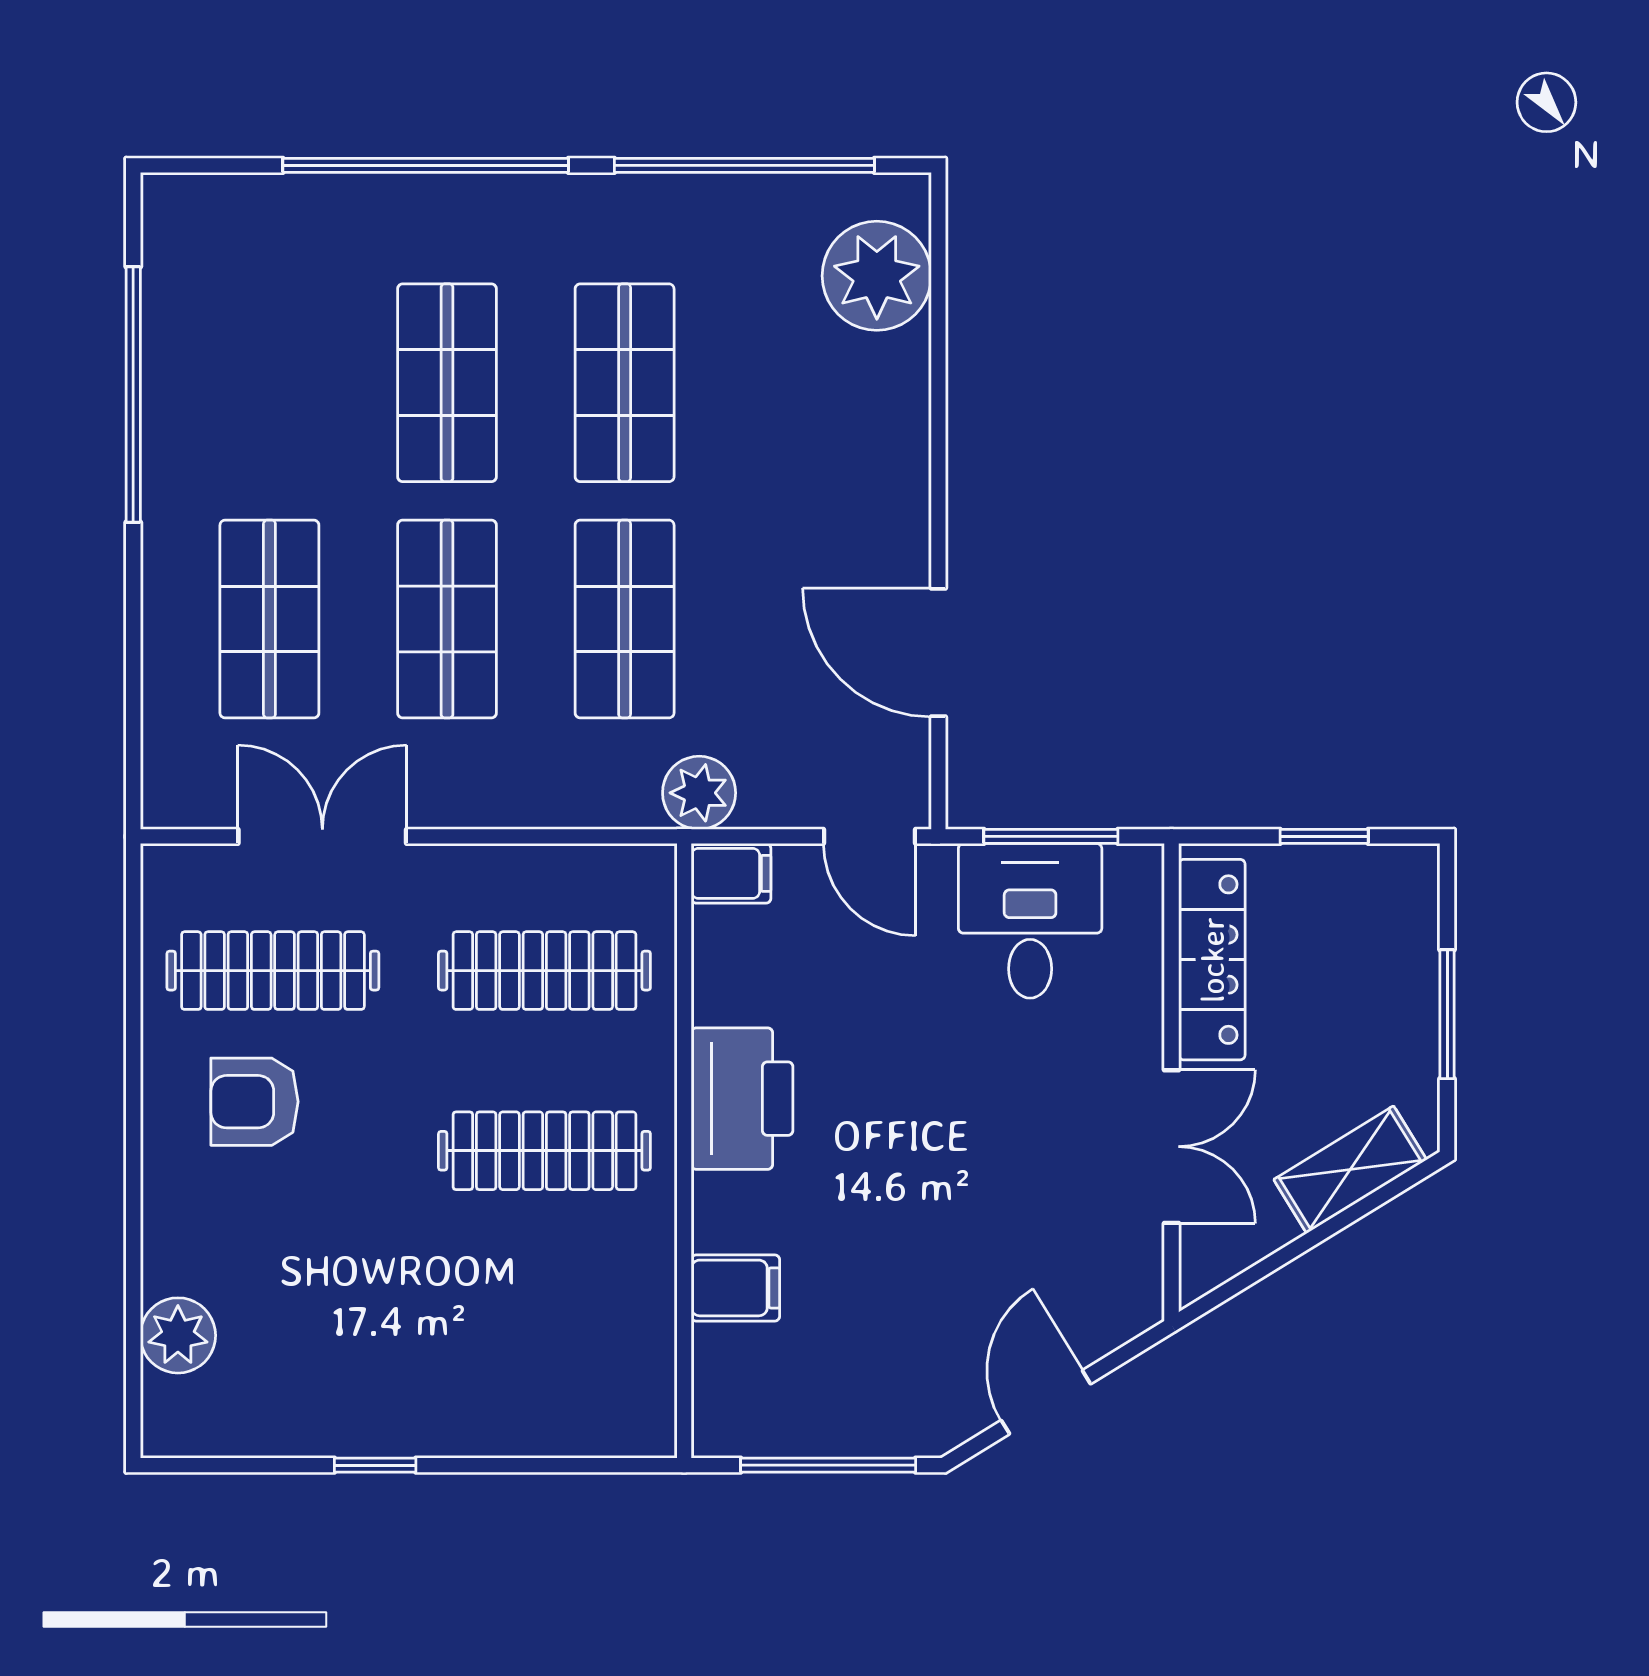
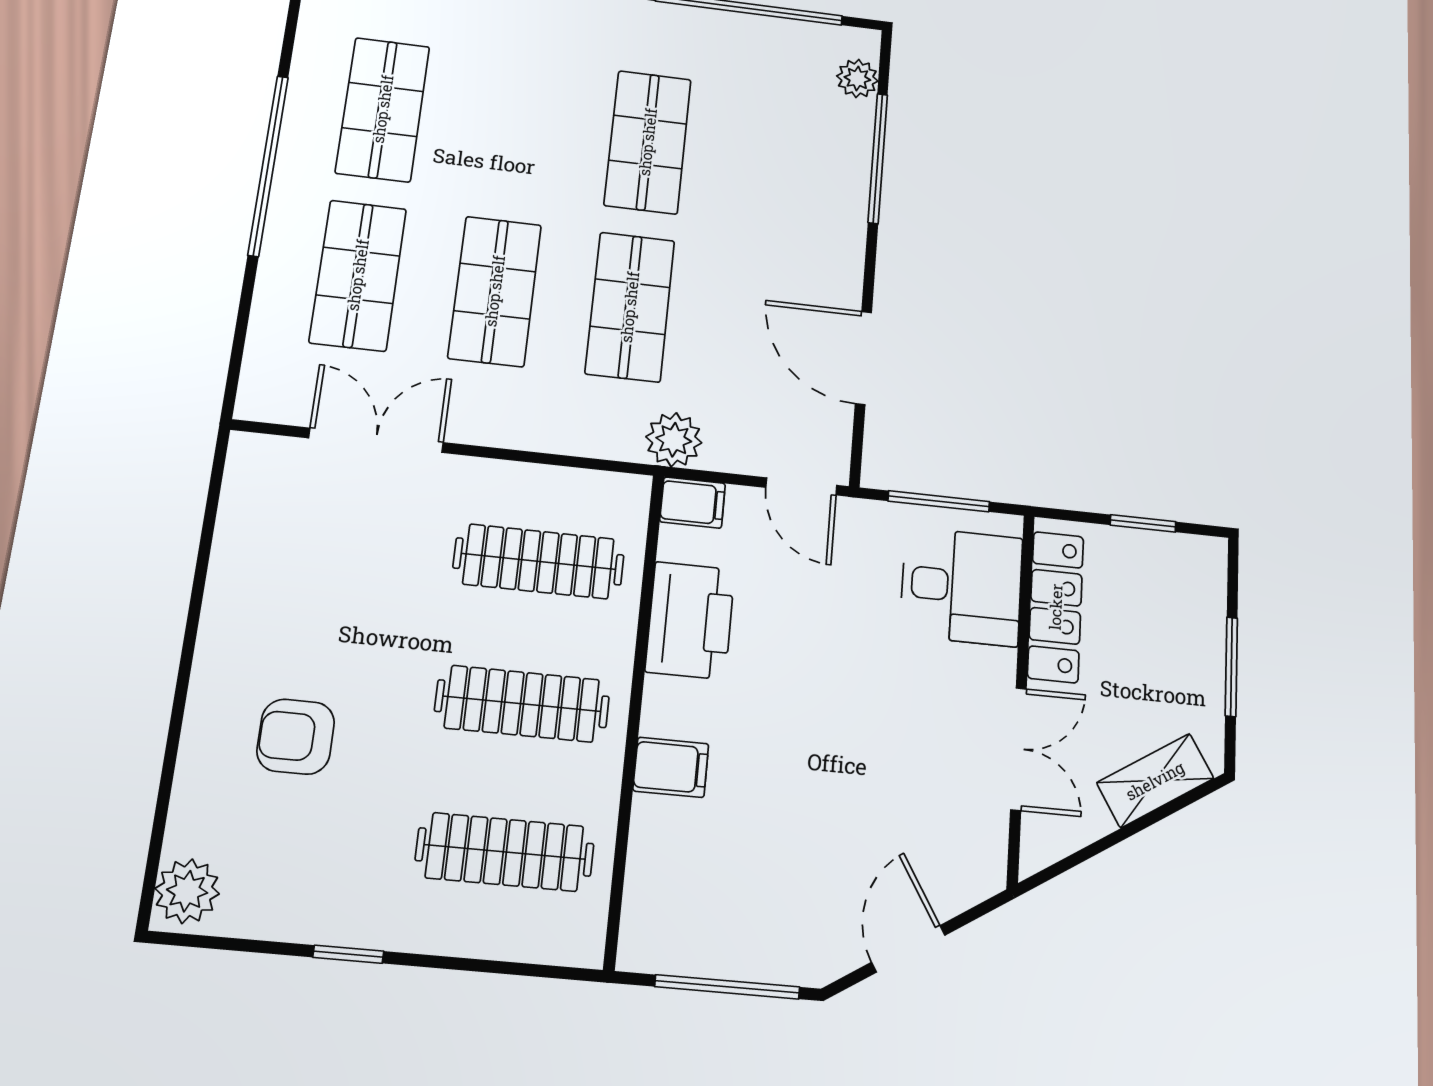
plant: (877, 276) -> (857, 78), width x0.53, depth x0.53
window: (938, 365) -> (878, 158), added
shop shelf: (447, 383) -> (383, 109), moved
window: (133, 395) -> (268, 165), moved
desk: (1030, 921) -> (962, 586), moved, turned 90
clothes rail: (273, 971) -> (505, 852), moved
printer: (742, 1099) -> (690, 620), moved
armchair: (255, 1102) -> (296, 737), moved
filing cabinet: (735, 1288) -> (671, 767), moved
plant: (178, 1335) -> (187, 891), moved

